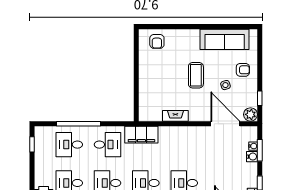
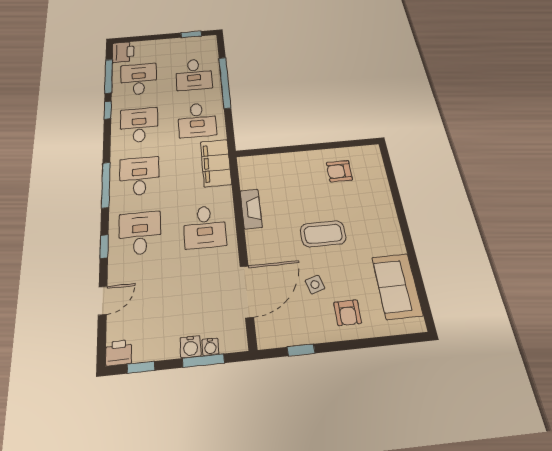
sofa: (225, 39) -> (397, 286), width x0.73
armchair: (157, 41) -> (339, 171), moved
plant: (250, 114) -> (269, 336), removed
desk: (69, 145) -> (194, 74), turned 180
desk: (184, 145) -> (205, 227), added

